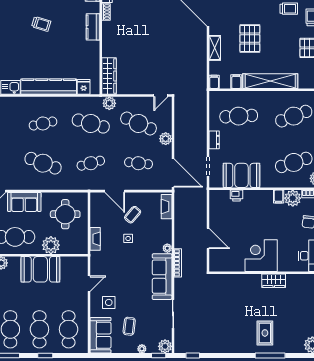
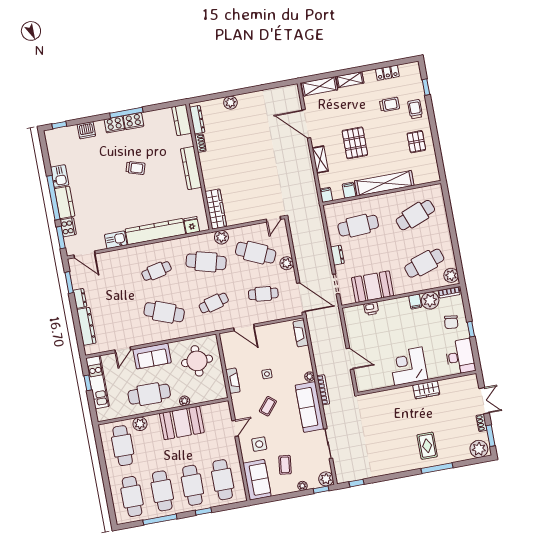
kitchen counter: (93, 27) -> (191, 168), width x1.50
coffee table: (133, 215) -> (268, 406), moved
plant: (51, 245) -> (185, 401), width x0.53, depth x0.53

